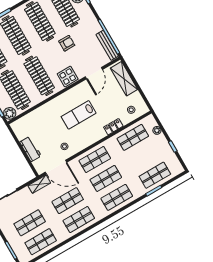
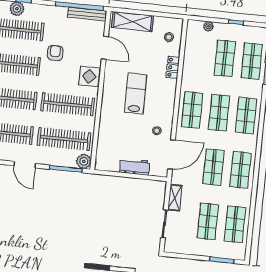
lab bench: (79, 115) -> (136, 93), turned 180
shop shelf: (133, 137) -> (225, 58), moved
shelving: (39, 184) -> (175, 198), moved

